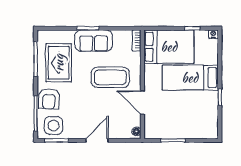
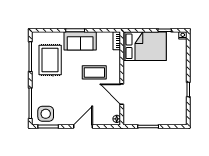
coffee table: (110, 77) -> (94, 72), width x0.73, depth x0.76
bed: (190, 78) -> (163, 73), removed
armchair: (49, 99) -> (42, 91), removed

